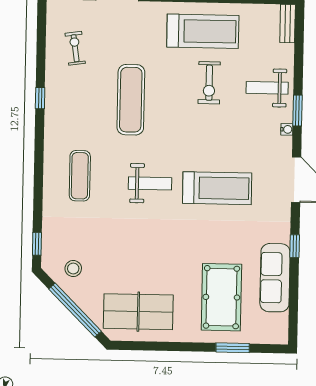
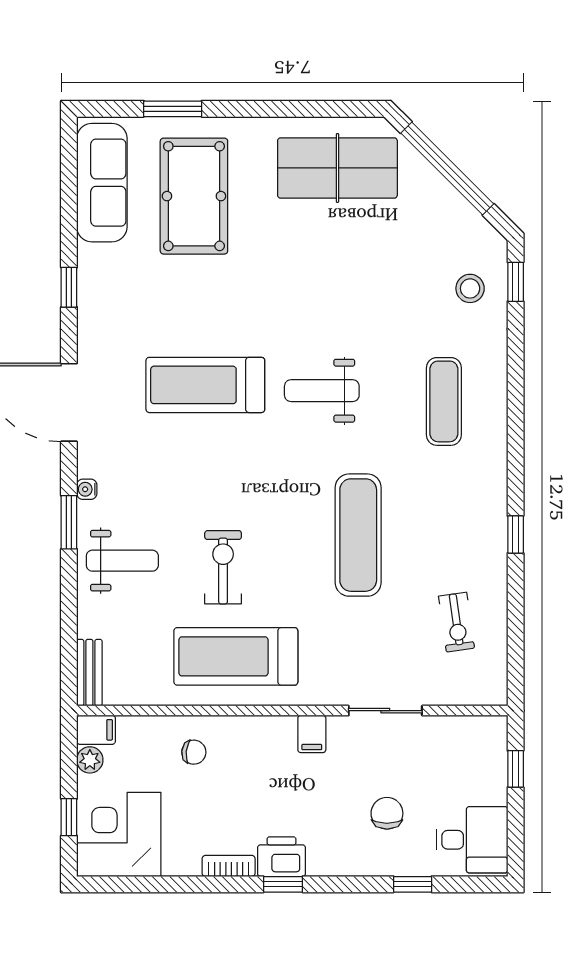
stool: (73, 269) -> (470, 288), moved
sofa: (275, 278) -> (102, 183), moved

